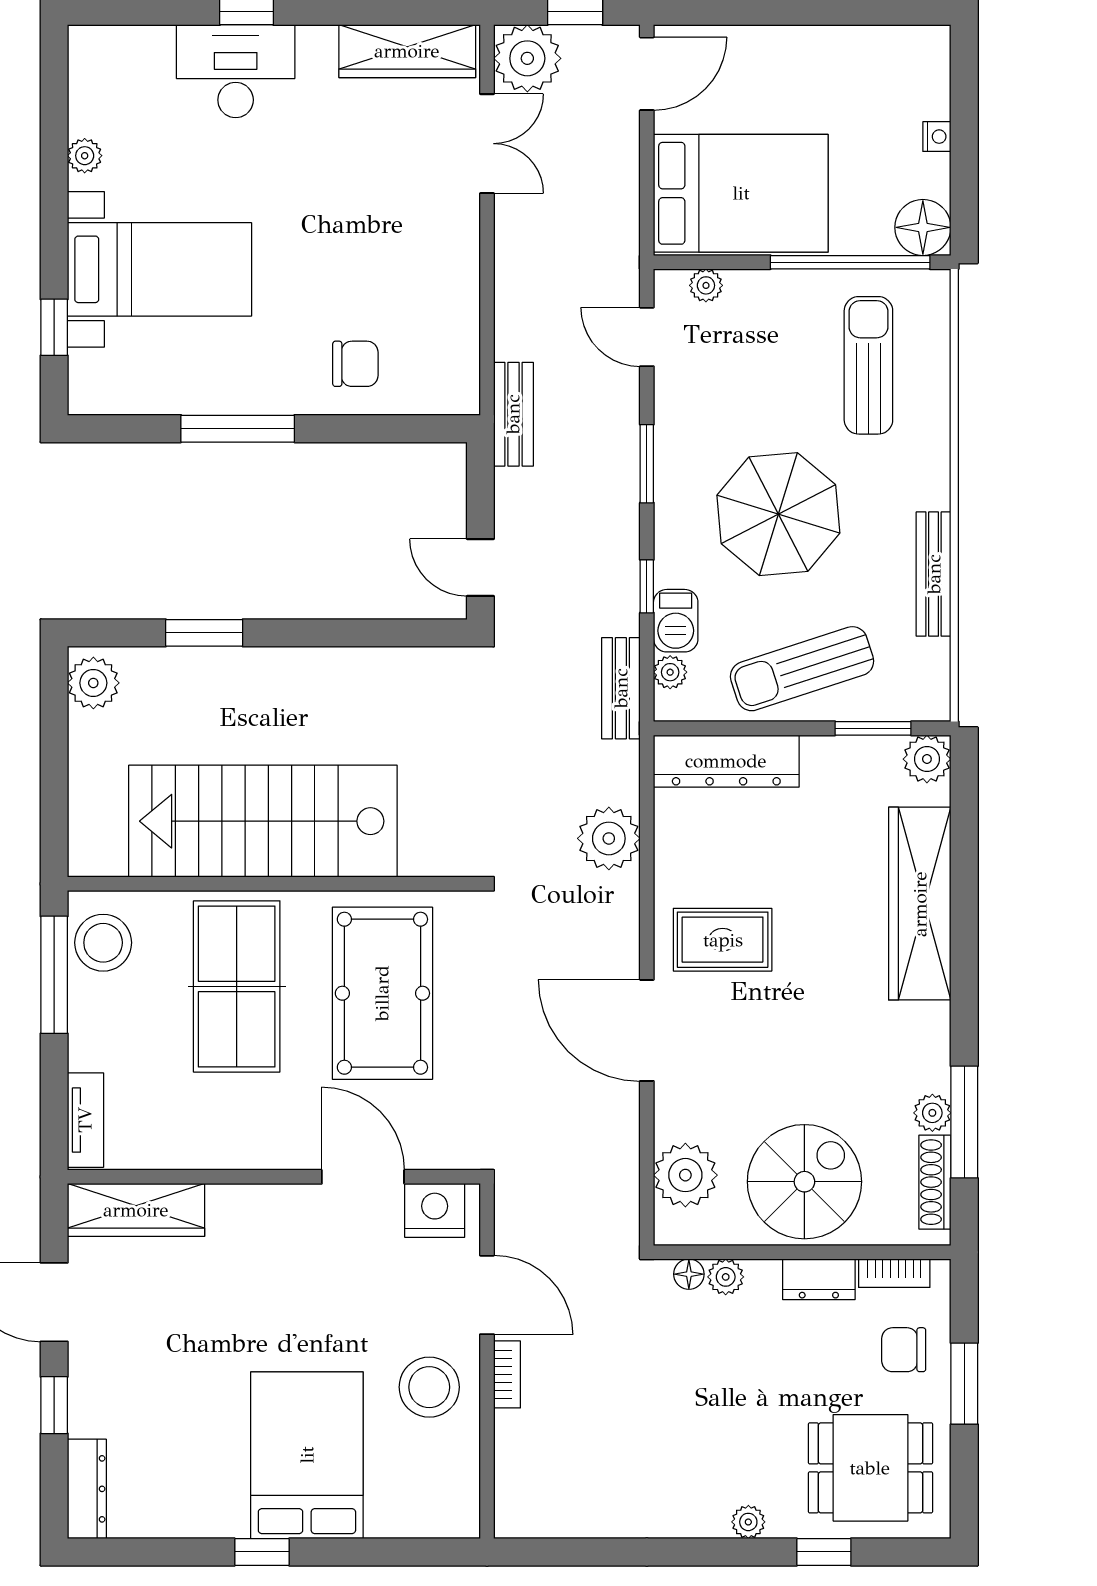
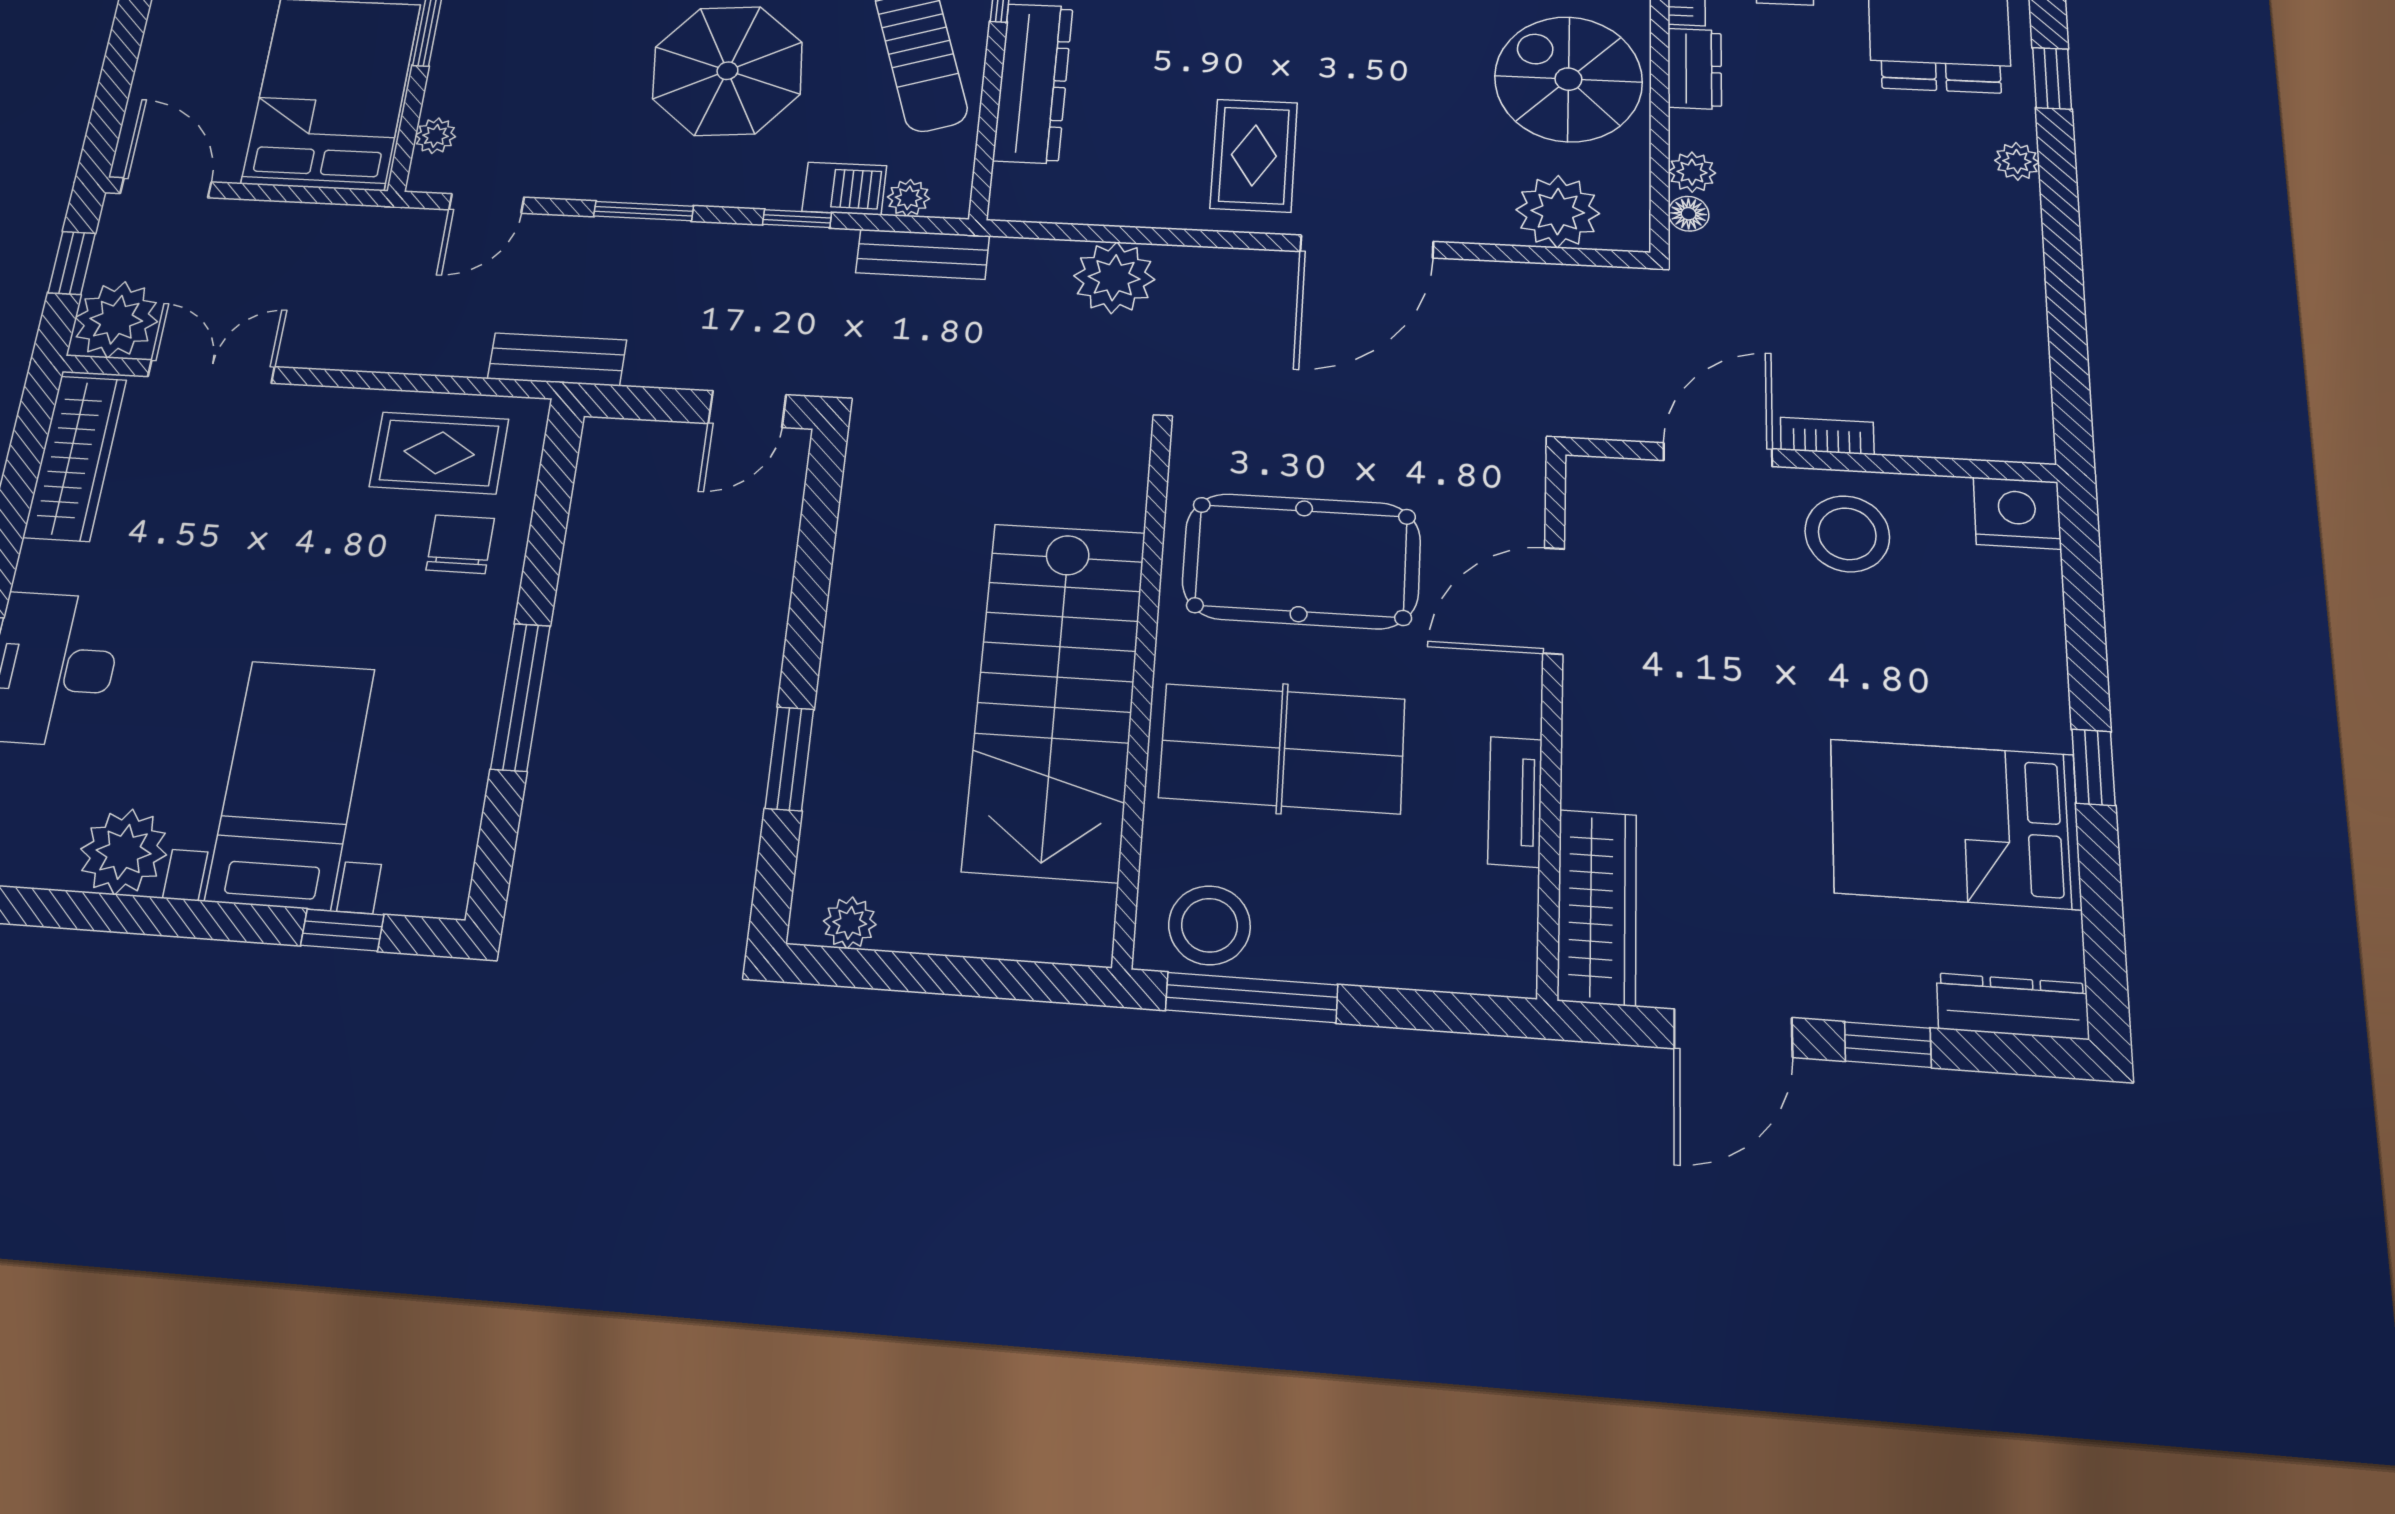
plant: (85, 156) -> (124, 852), width x1.87, depth x1.87
rug: (429, 335) -> (439, 453), added
plant: (93, 683) -> (850, 923), width x0.73, depth x0.73
dresser: (726, 761) -> (1033, 83), moved
tv unit: (85, 1120) -> (1515, 802), moved, turned -90
nightstand: (435, 1210) -> (2017, 513), moved, turned 90
bed: (307, 1455) -> (1955, 824), moved

